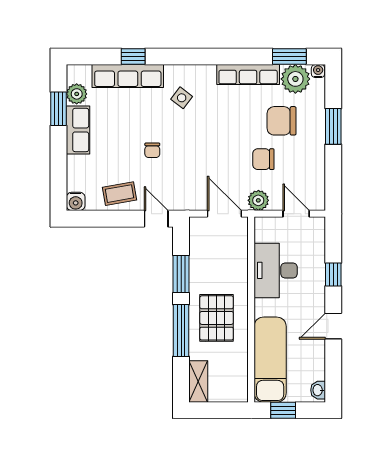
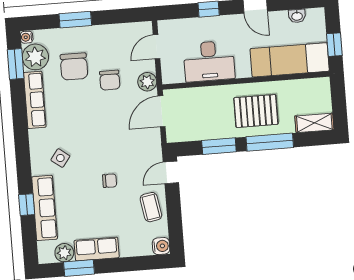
washbasin: (318, 390) -> (297, 16), moved

